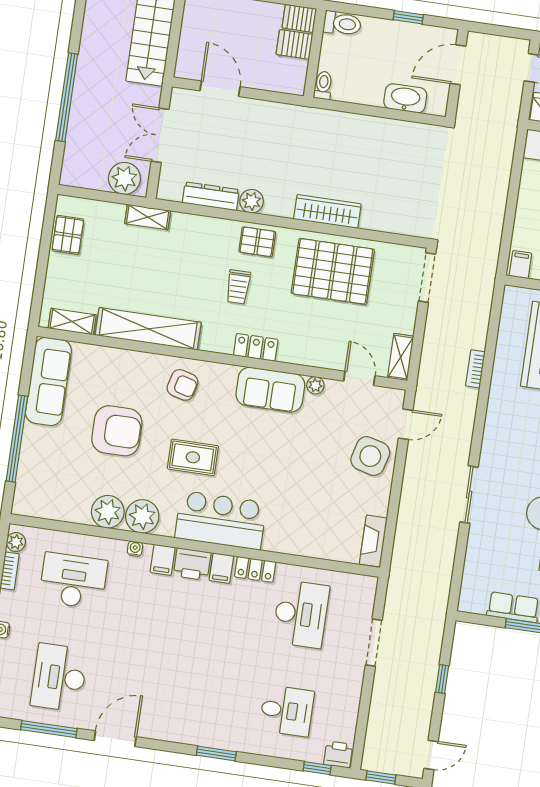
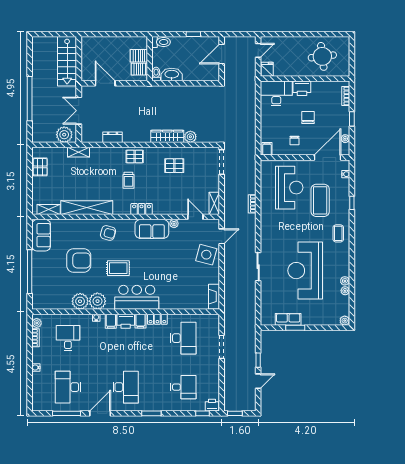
server rack: (299, 18) -> (139, 69), moved
washbasin: (405, 98) -> (172, 75), moved
dresser: (211, 196) -> (113, 137), width x0.70
plant: (252, 201) -> (190, 137), moved
pallet: (333, 271) -> (174, 166), width x0.49, depth x0.50
sofa: (48, 381) -> (41, 235), width x0.73
desk: (73, 581) -> (68, 338), width x0.73
desk: (173, 694) -> (126, 387), added
door: (431, 755) -> (258, 381), moved

